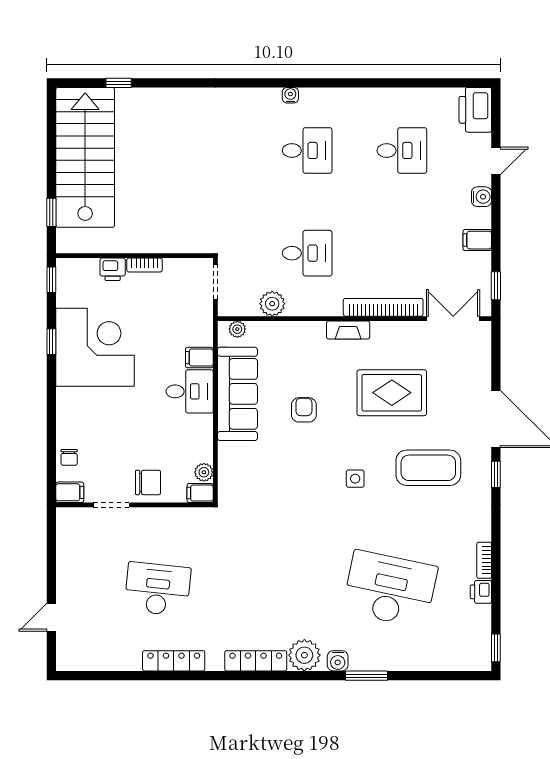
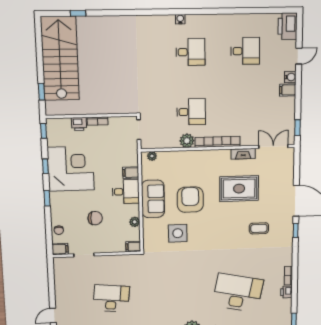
filing cabinet: (477, 240) -> (288, 90), moved
plant: (272, 304) -> (187, 141), moved
bookcase: (383, 307) -> (218, 142), moved
fireplace: (348, 330) -> (243, 154), moved
sofa: (237, 394) -> (153, 199), width x0.73
window: (51, 399) -> (47, 198), added
armchair: (304, 410) -> (190, 200), width x1.88, depth x1.88
coffee table: (428, 468) -> (259, 228), width x0.54, depth x0.58
plant: (204, 472) -> (135, 222), moved
side table: (355, 479) -> (178, 233), moved, width x1.87, depth x1.87
chair: (148, 482) -> (95, 218), moved

